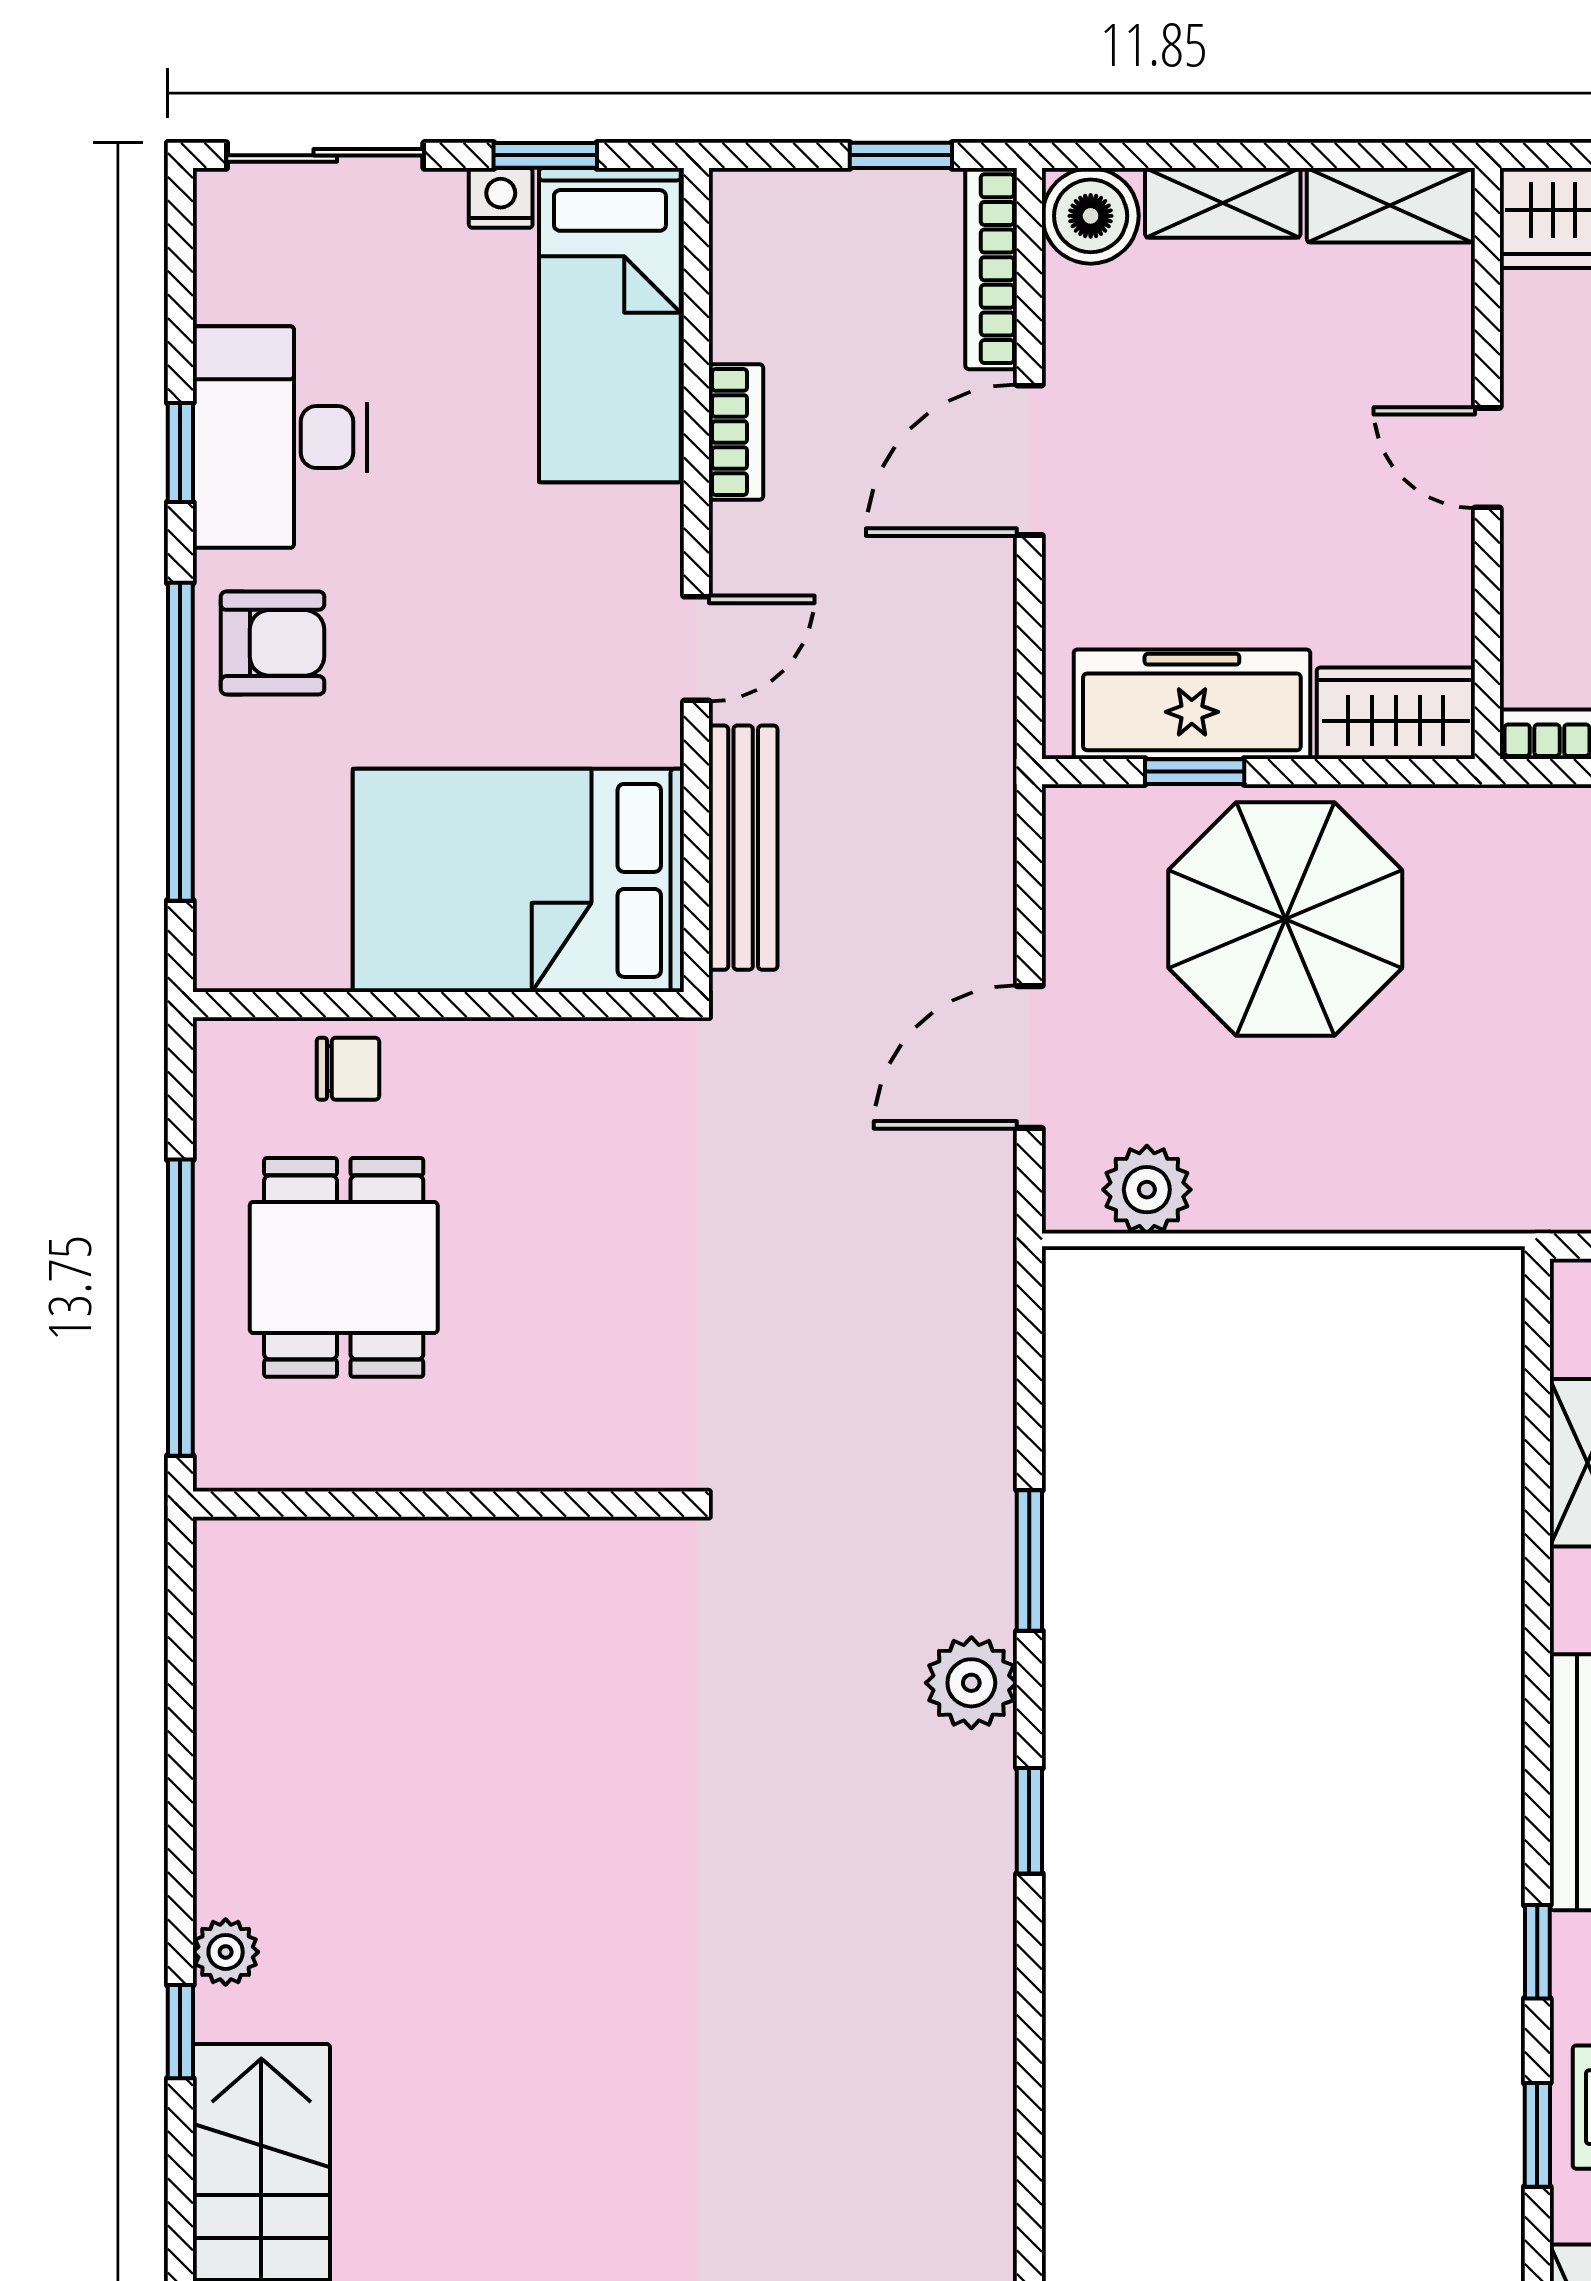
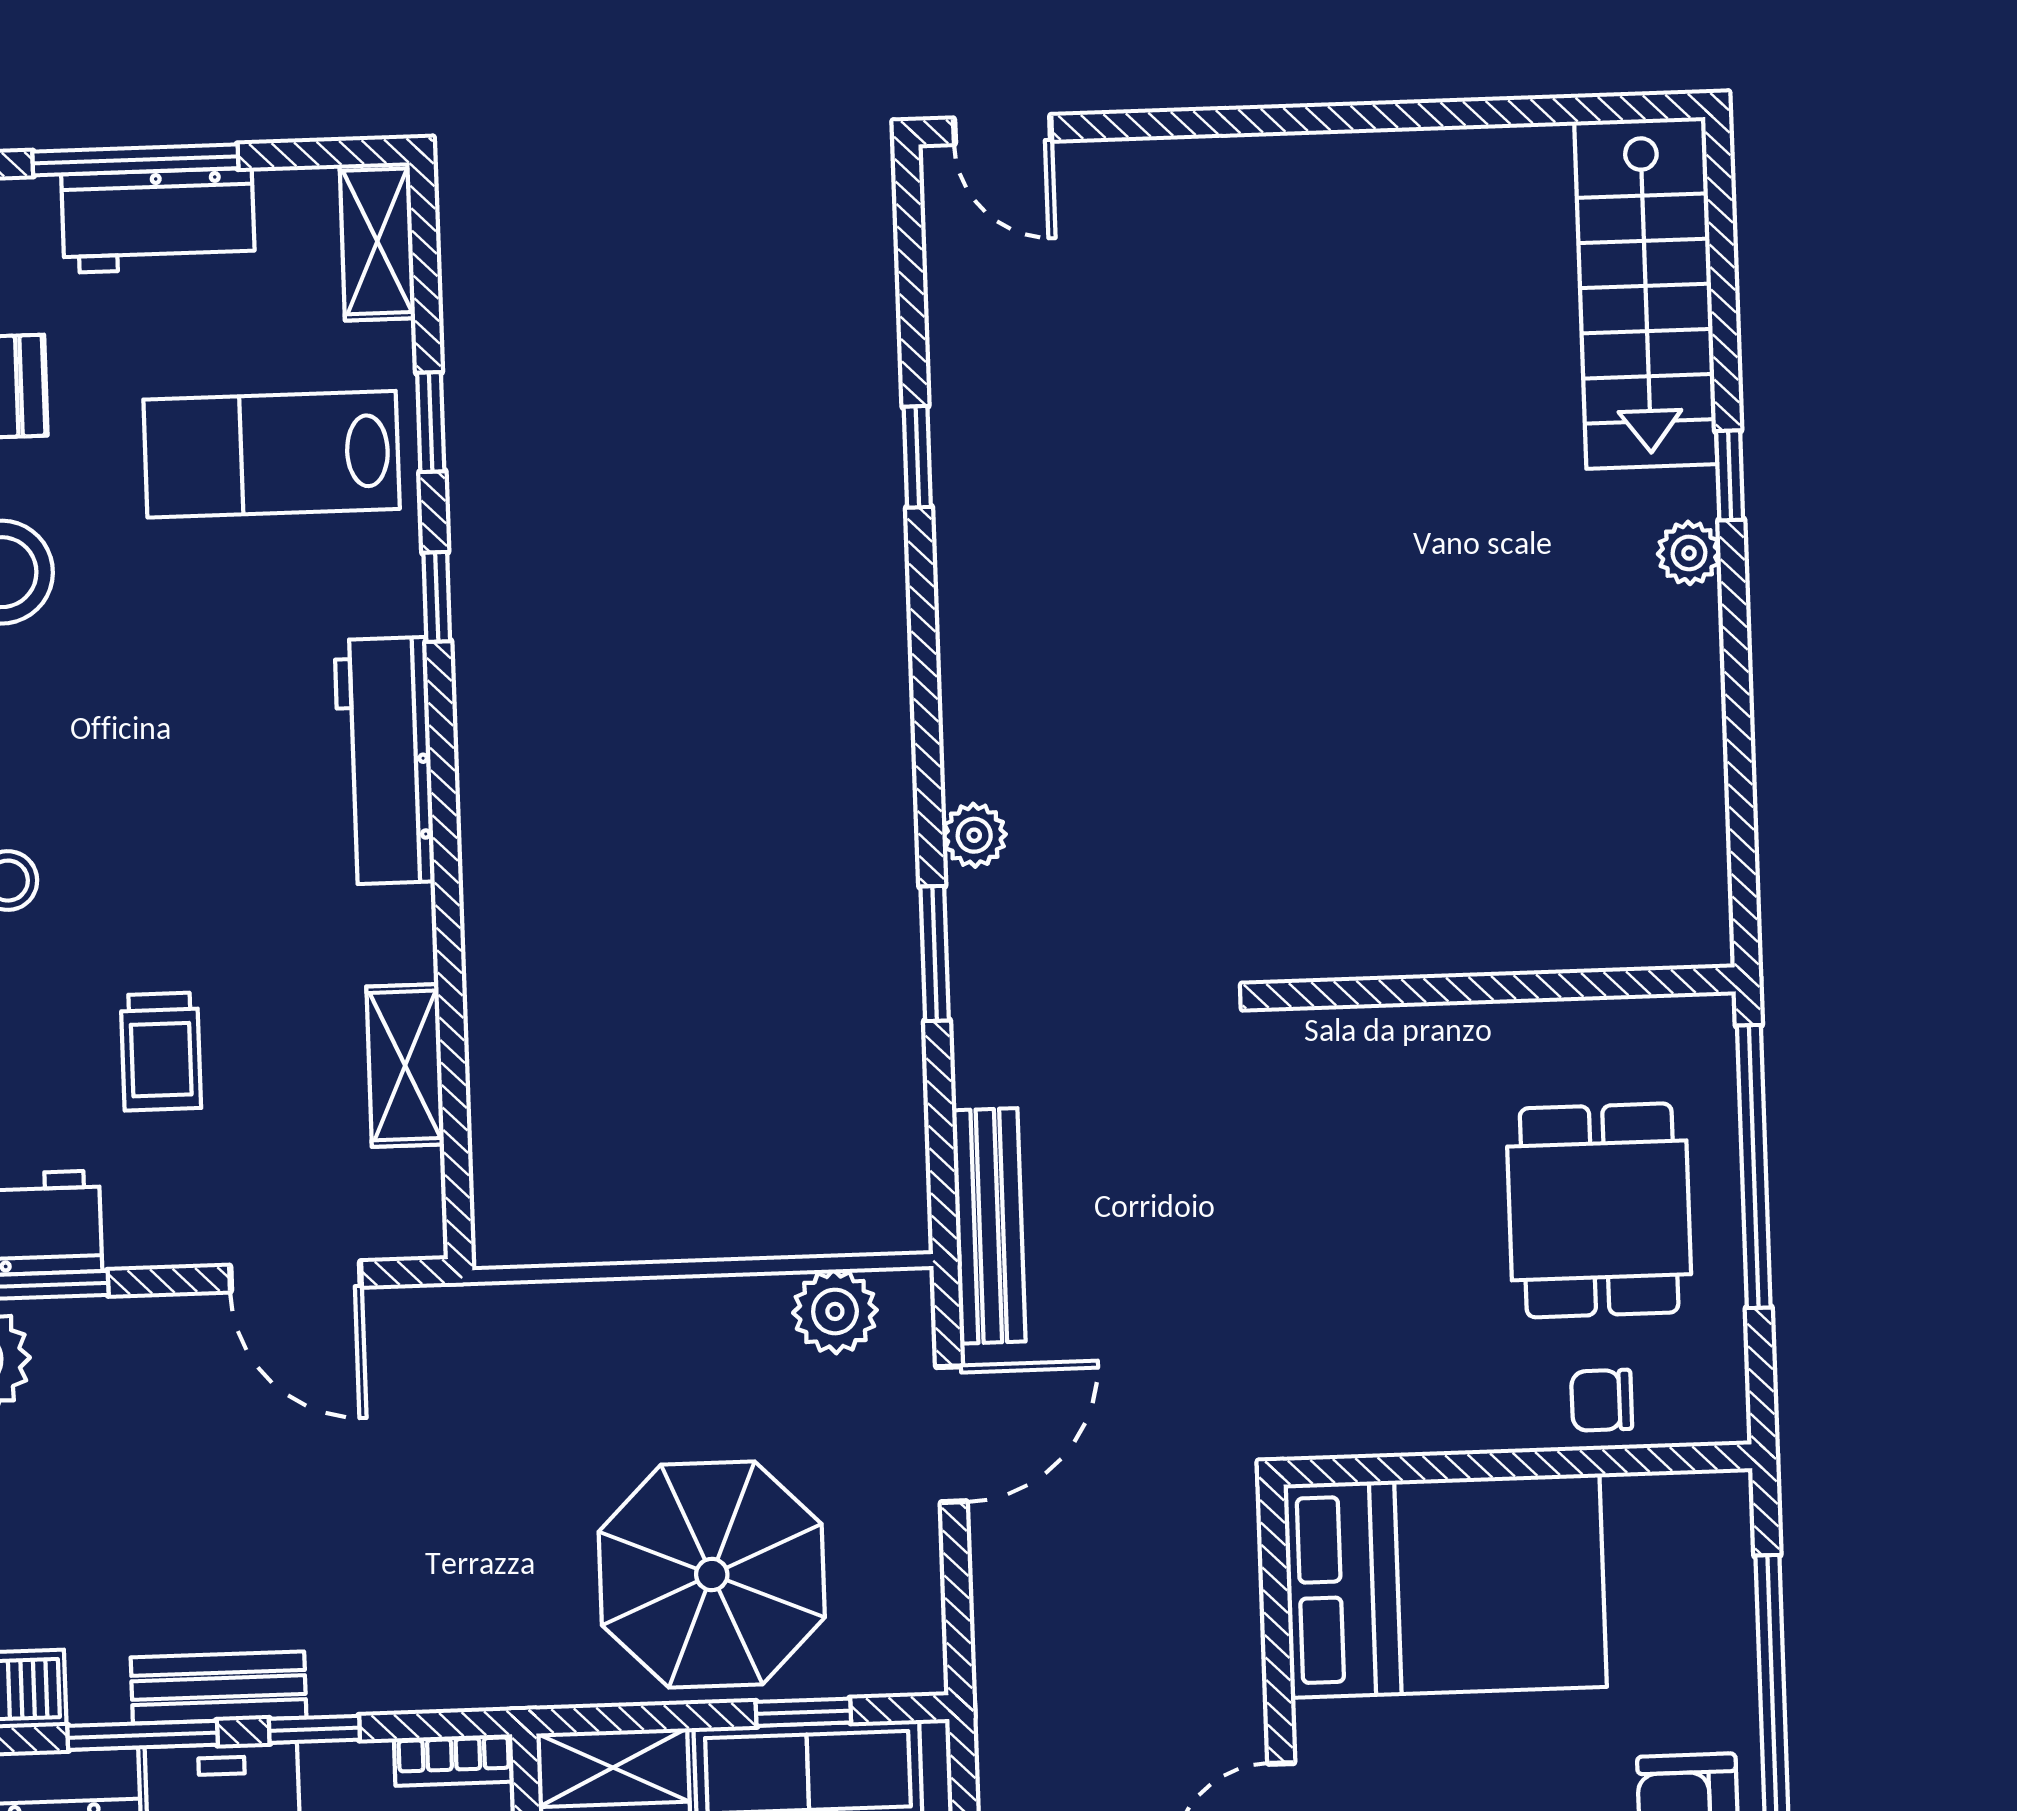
bench: (743, 848) -> (989, 1226), moved
plant: (971, 1683) -> (974, 835), width x0.73, depth x0.73
window: (1029, 1821) -> (917, 457), moved

